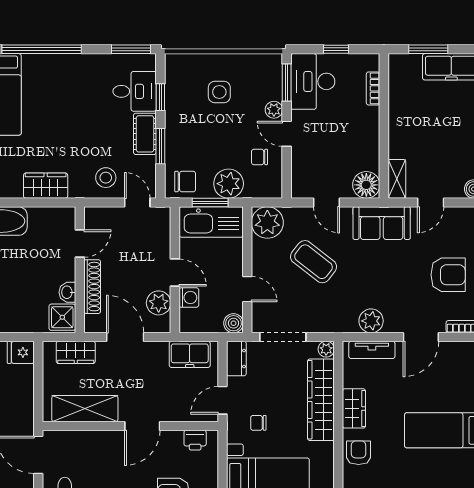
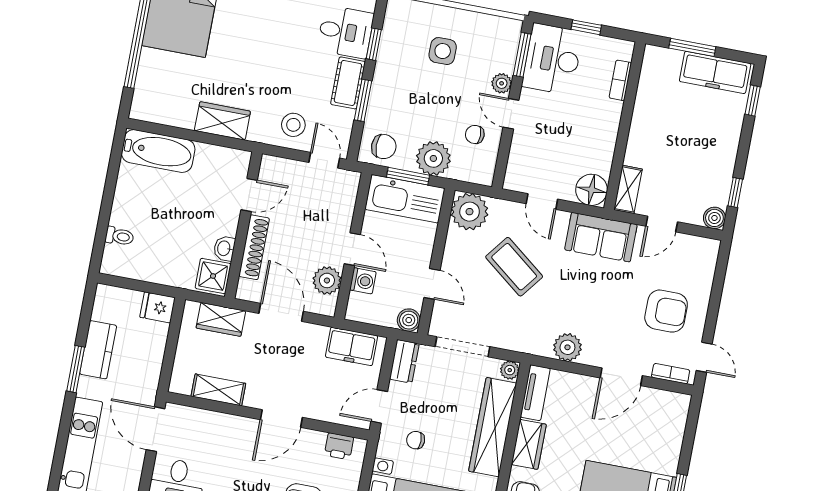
tv unit: (372, 350) -> (535, 393), moved, turned -90
shelving: (85, 409) -> (218, 390), width x0.67, depth x0.75

